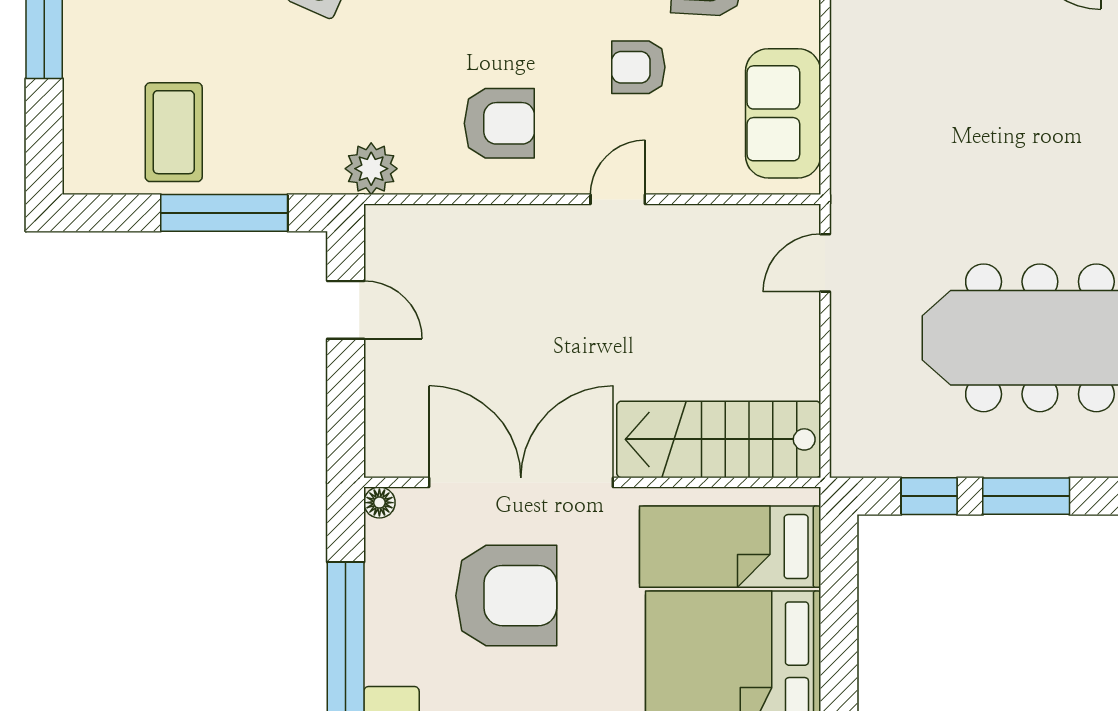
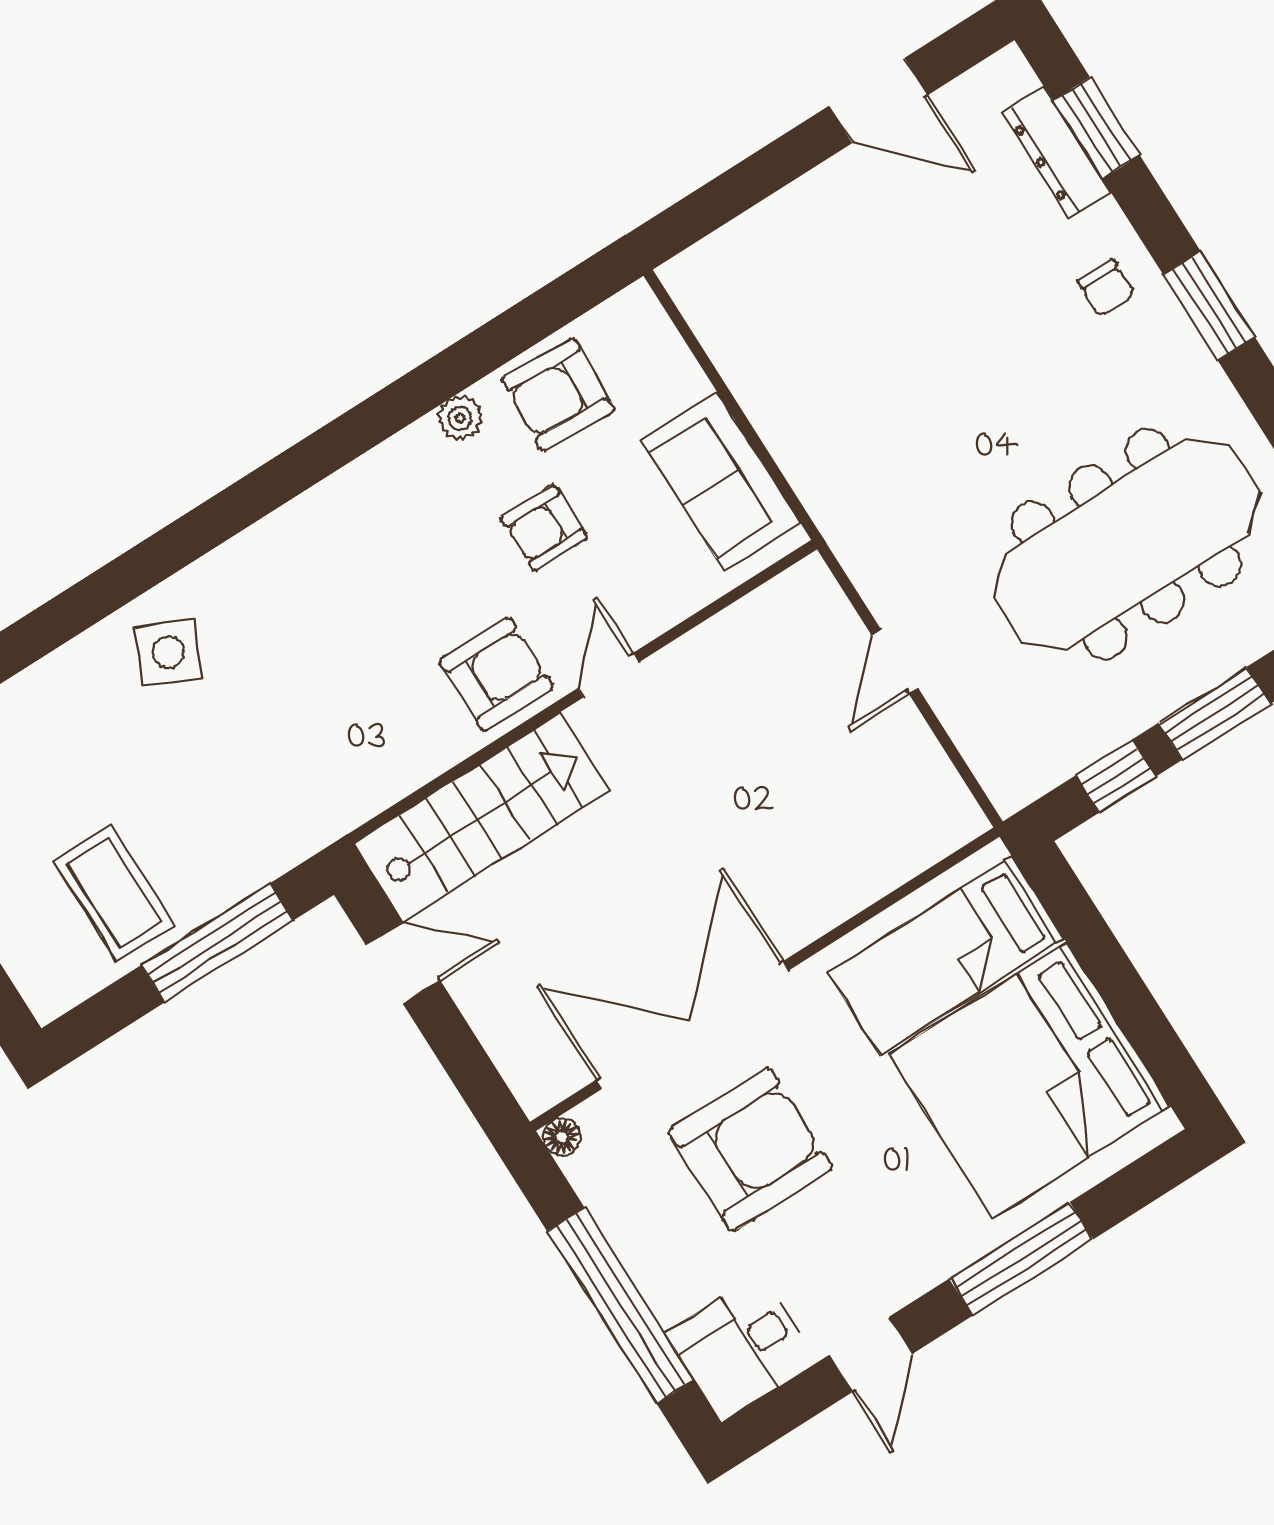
armchair: (499, 123) -> (496, 674), moved
plant: (371, 169) -> (338, 803), removed
door: (825, 263) -> (895, 662), moved
stairs: (719, 439) -> (481, 817), moved, turned 180

